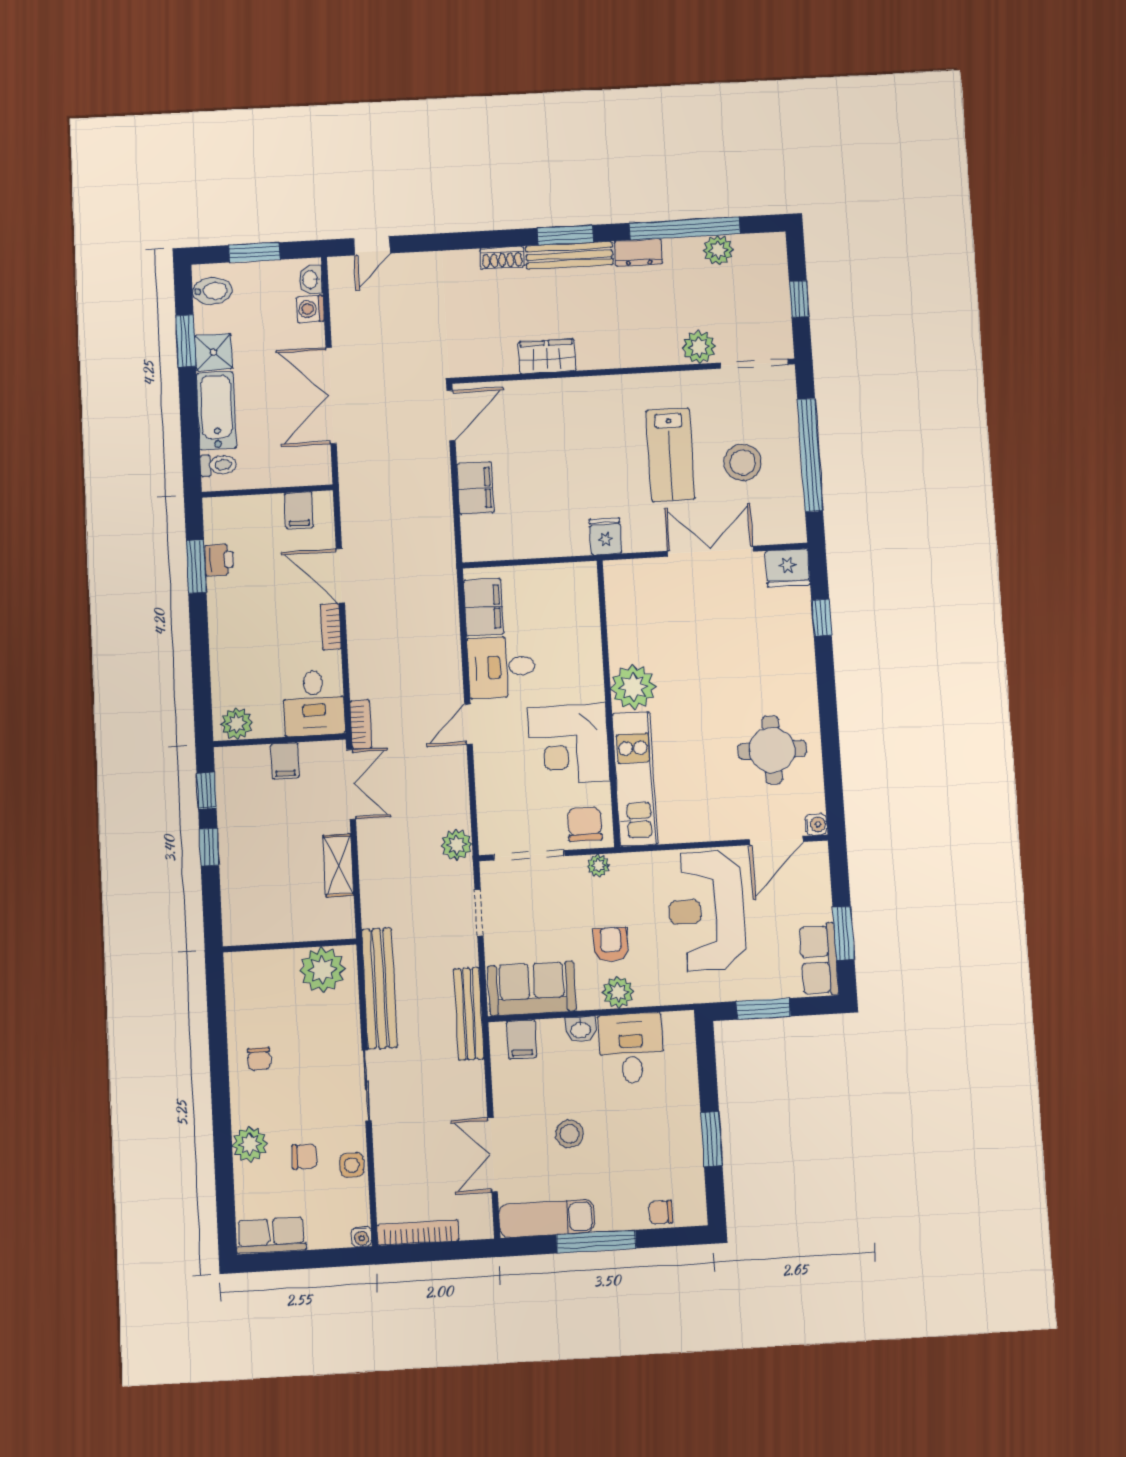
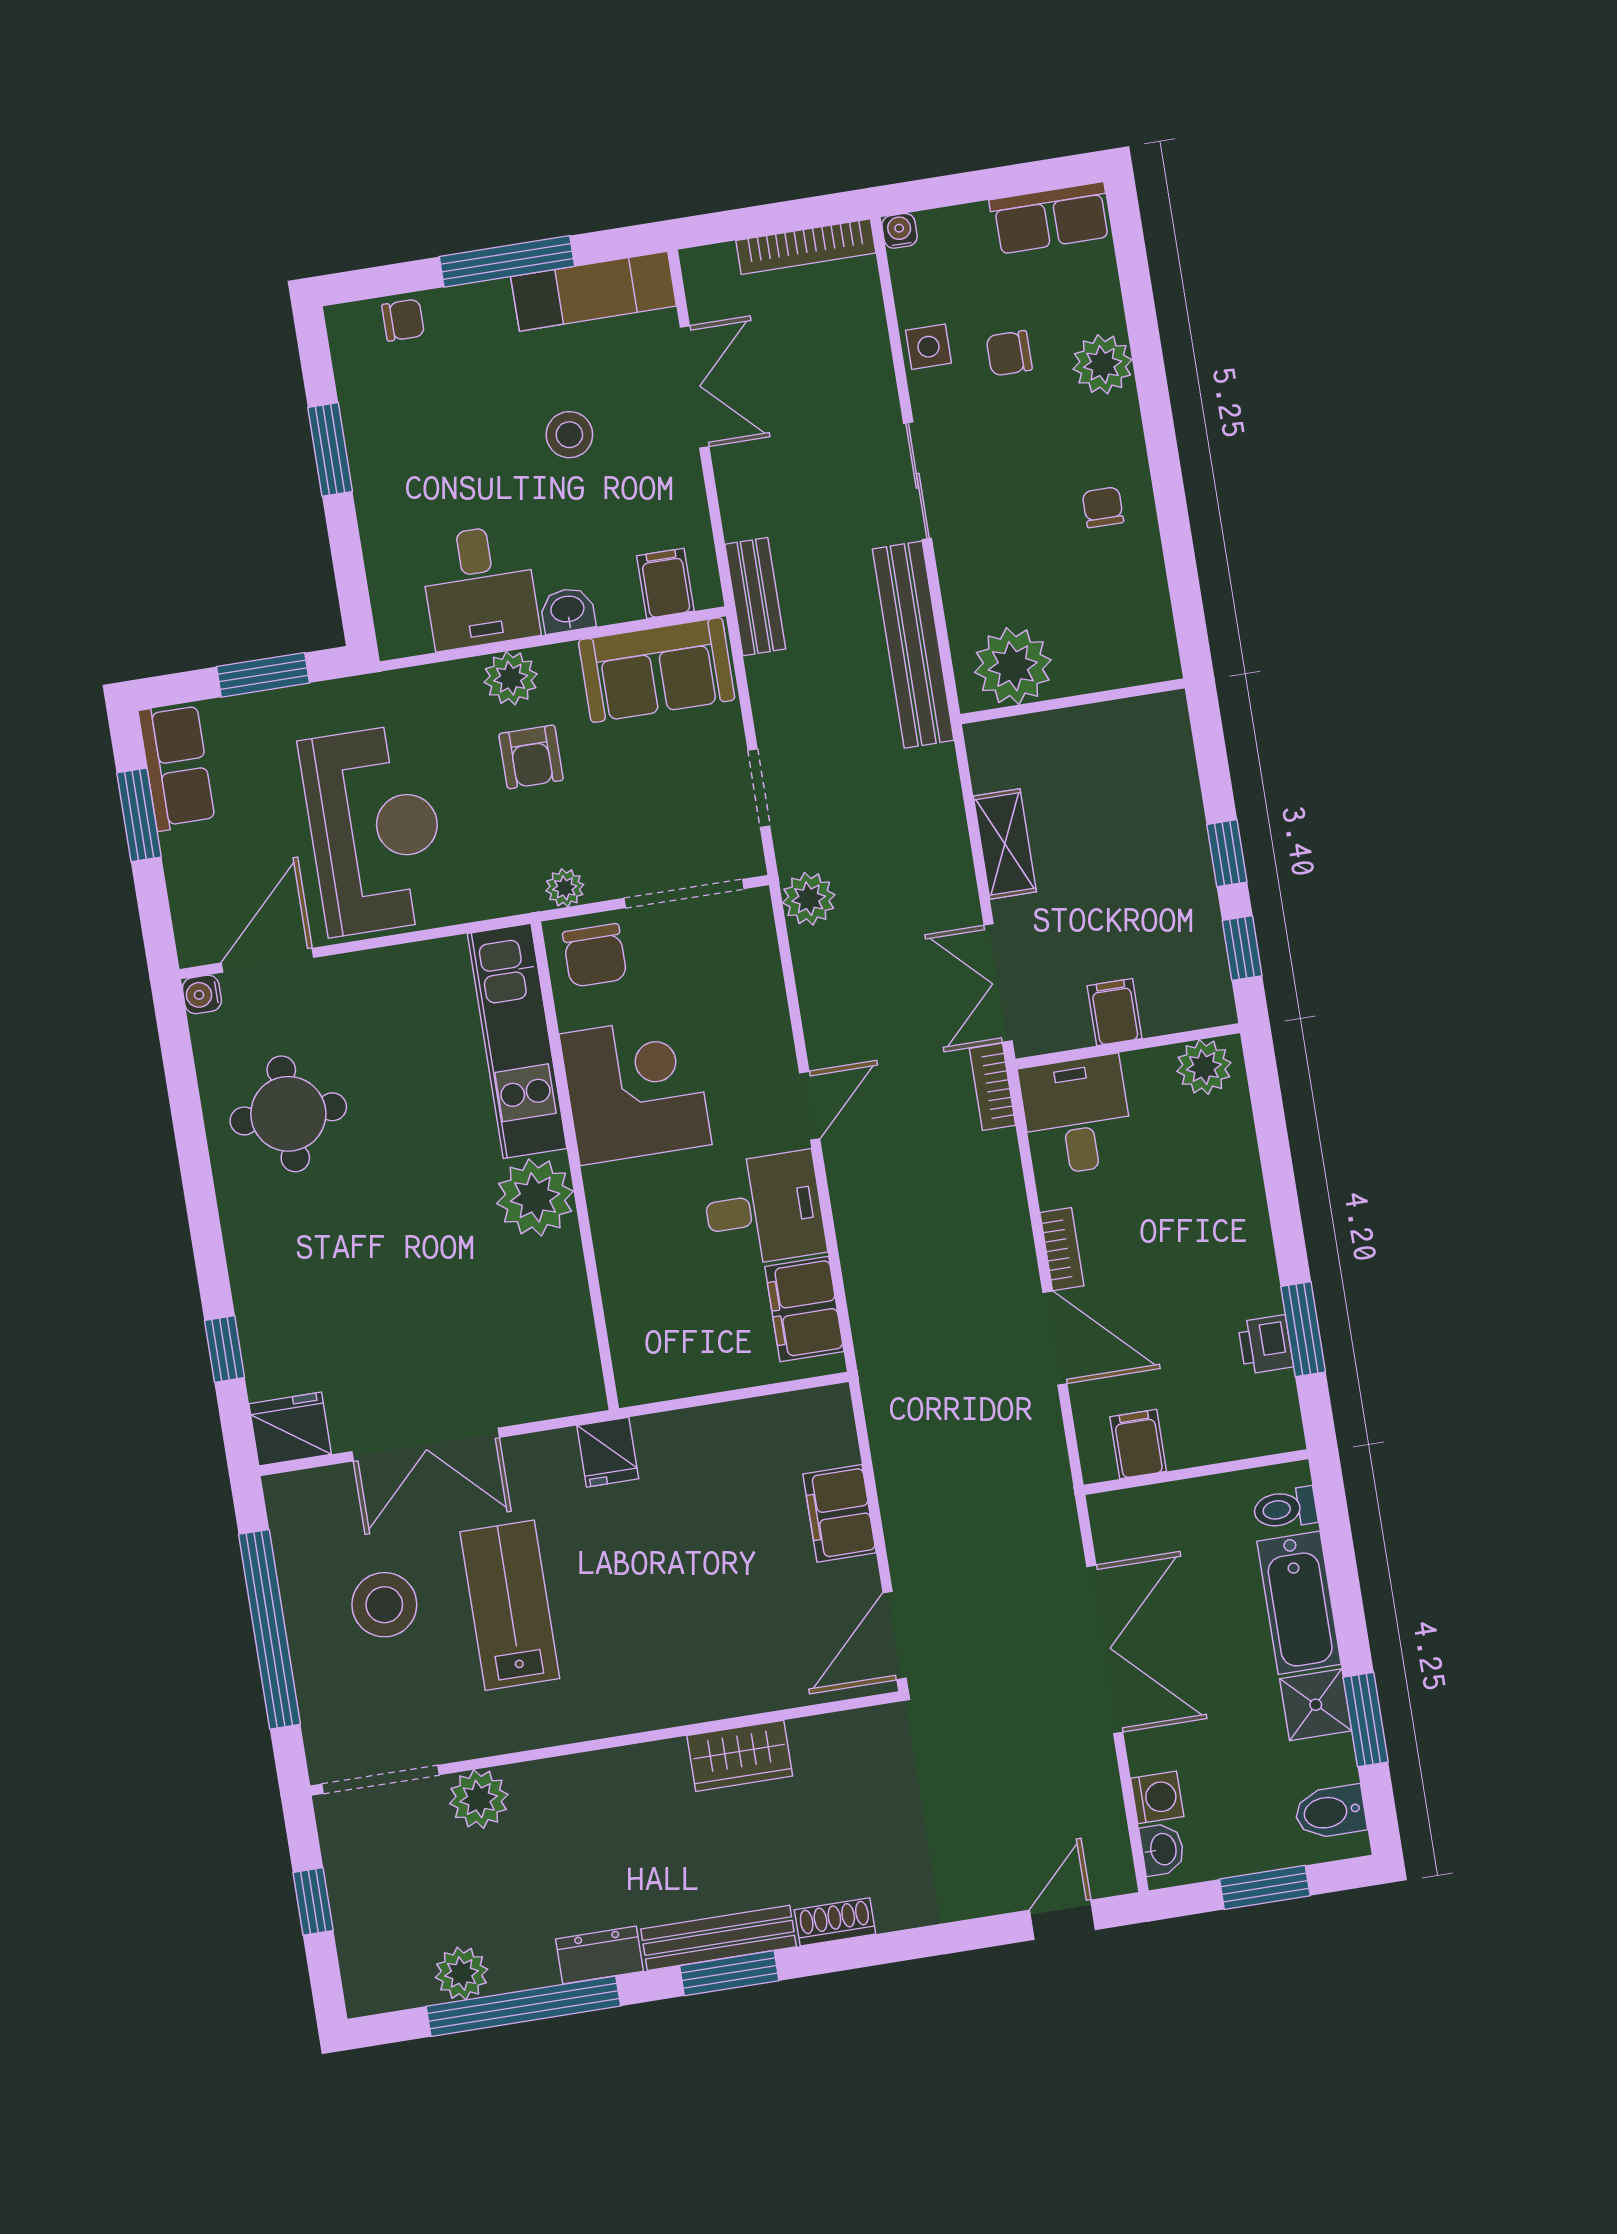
bench: (469, 1014) -> (755, 597), width x0.73

